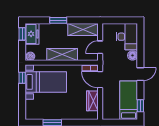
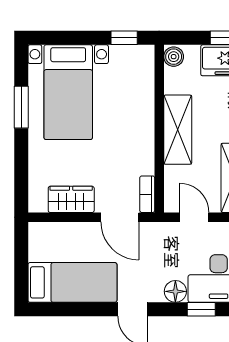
door: (100, 80) -> (120, 217), swing flipped
bed with nightstands: (46, 82) -> (68, 92), moved
window: (140, 106) -> (201, 309), moved

